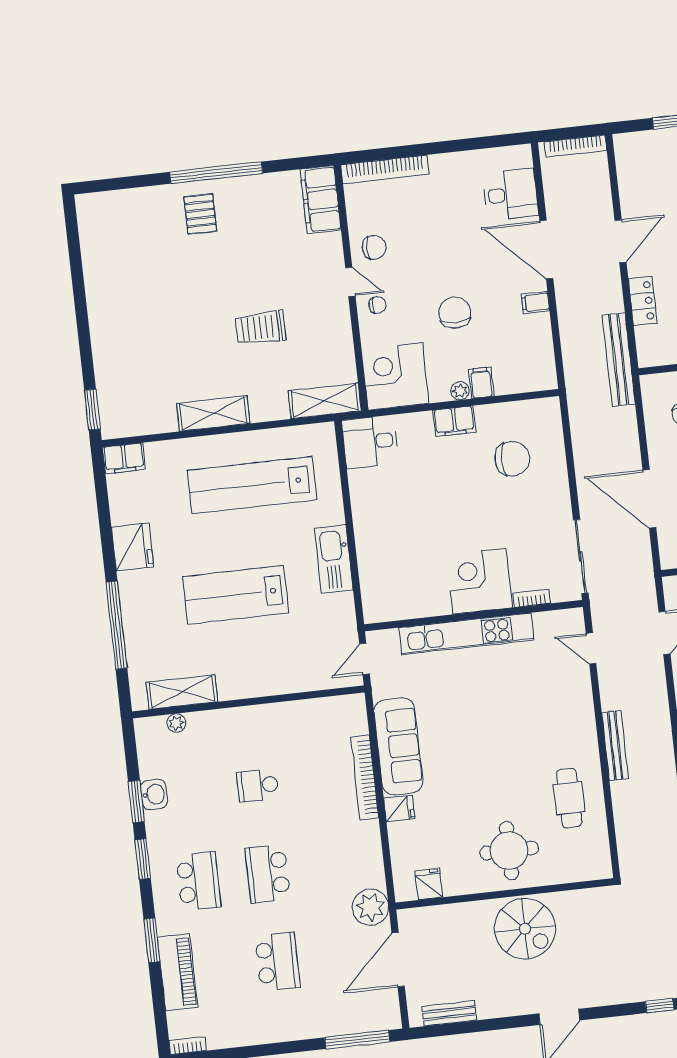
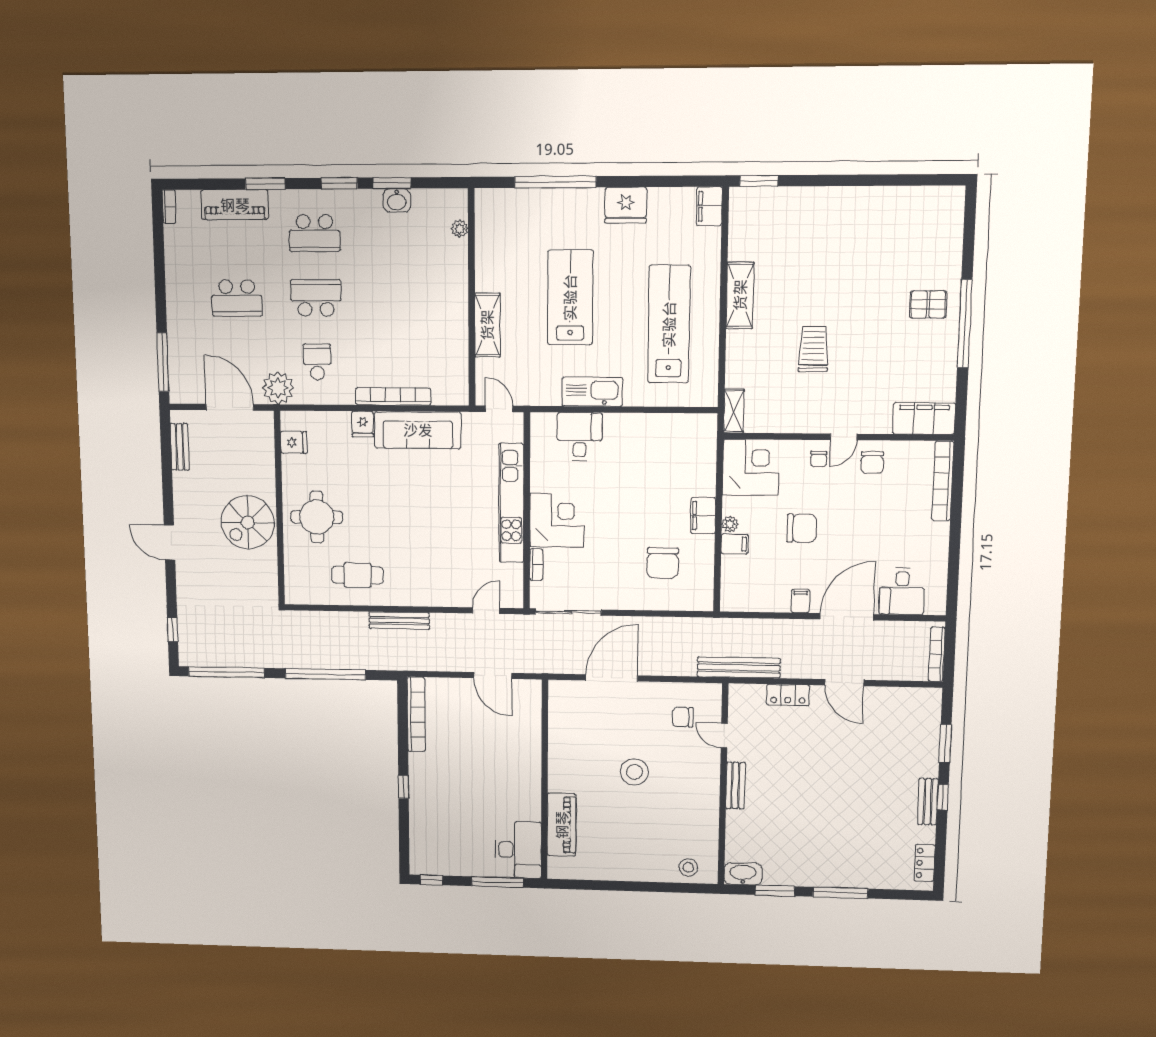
shelving: (325, 401) -> (734, 411), width x0.67, depth x0.75
desk: (370, 442) -> (580, 437), moved
shelving: (182, 692) -> (487, 325), moved
school desk: (258, 785) -> (317, 362), moved

